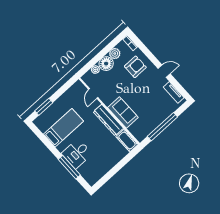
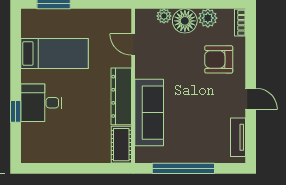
armchair: (135, 67) -> (219, 59), turned 180
door: (93, 93) -> (133, 44), hinge flipped
sofa: (123, 112) -> (149, 113), width x1.36
window: (69, 167) -> (16, 111), width x0.46

